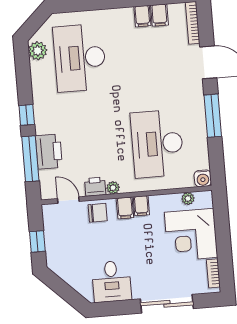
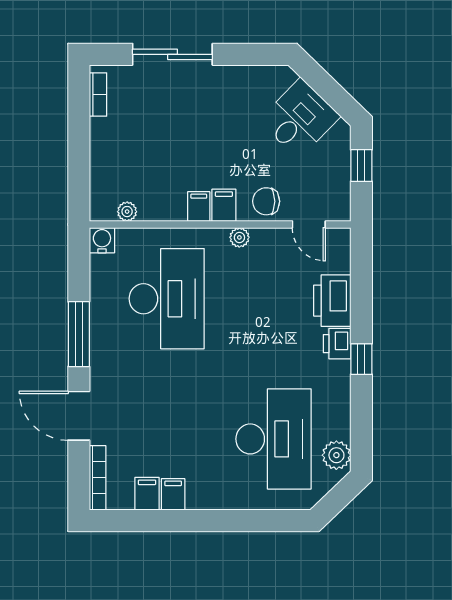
window: (30, 159) -> (361, 292), removed
printer: (95, 187) -> (337, 344), moved, turned 90
corner desk: (191, 235) -> (127, 156), removed
desk: (112, 281) -> (300, 119), moved, turned 44

